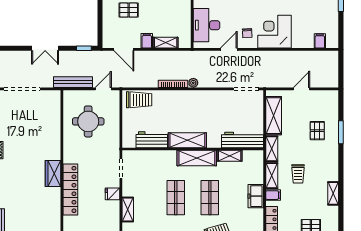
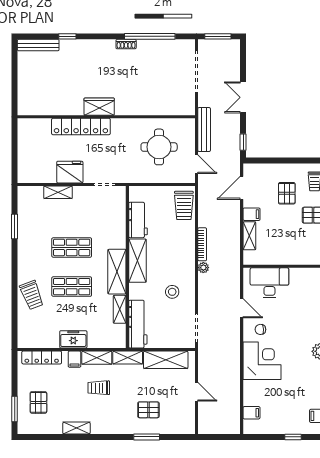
stool: (214, 110) -> (172, 292), added
fridge: (112, 194) -> (70, 172), width x1.88, depth x1.34

